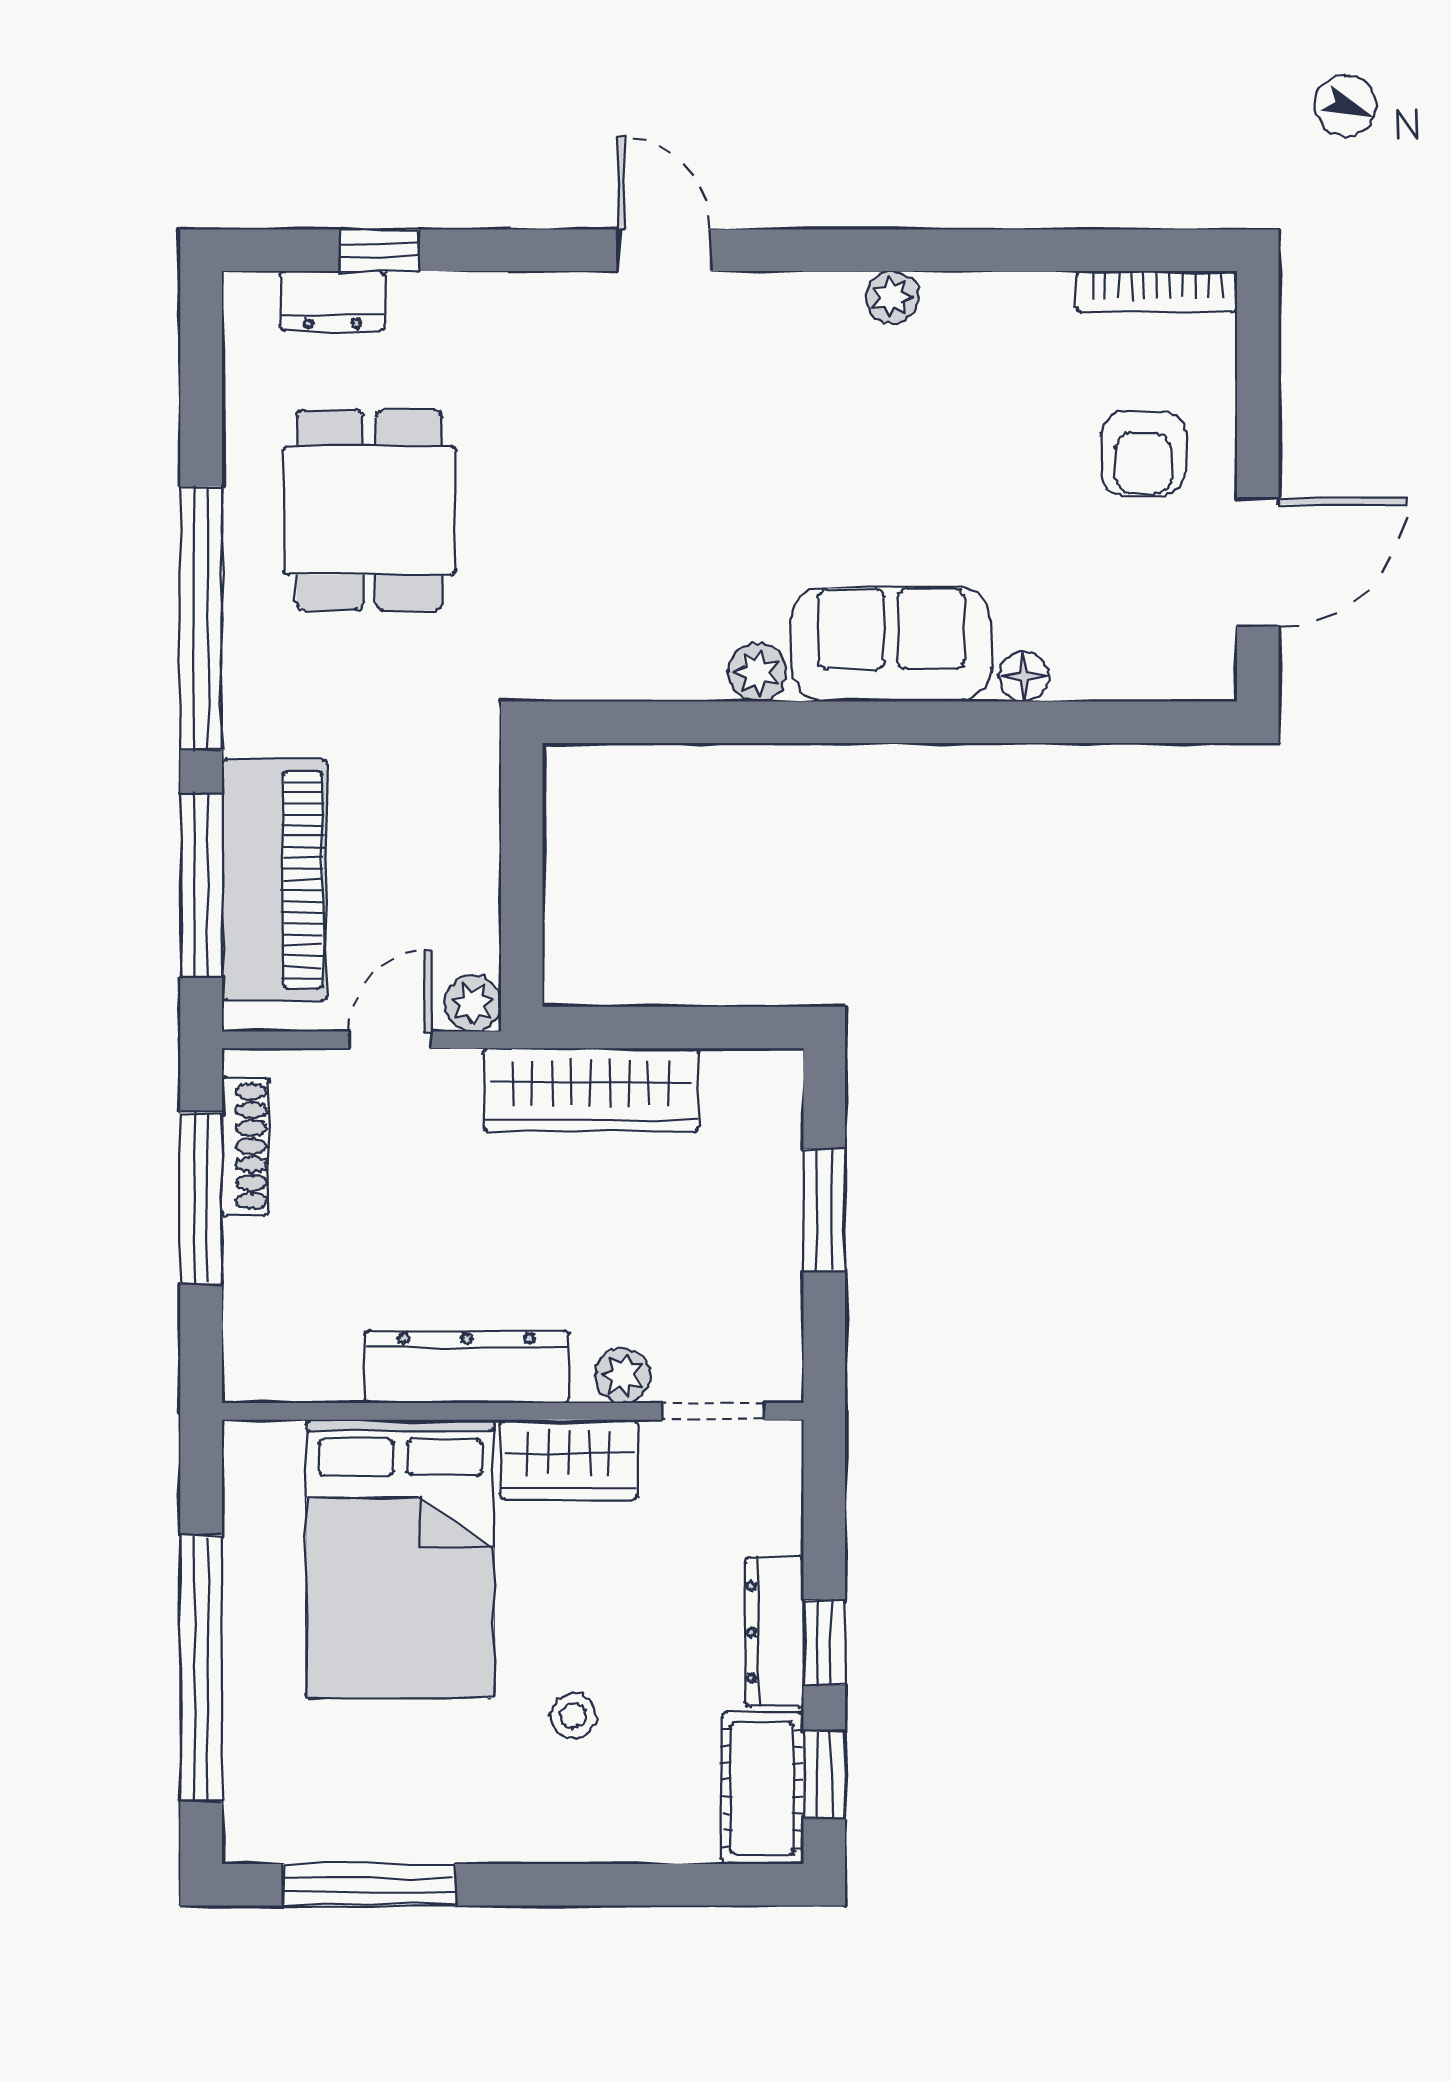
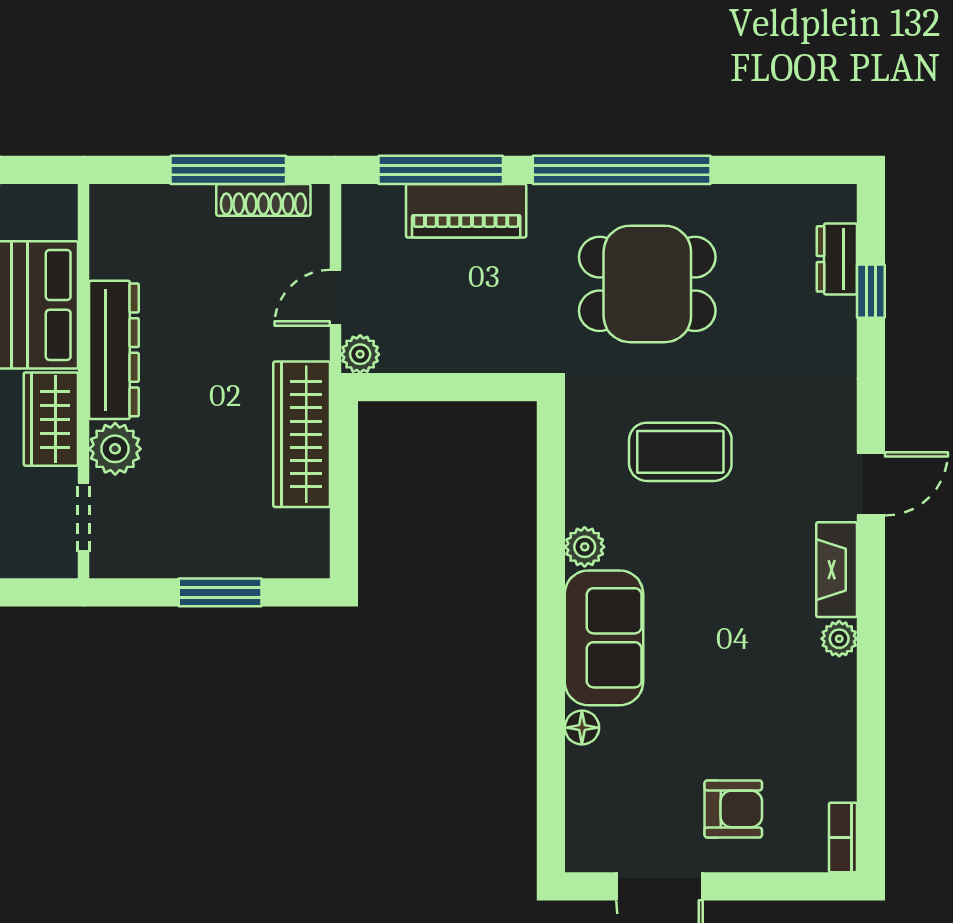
bookcase: (1157, 292) -> (843, 837), width x0.64
fireplace: (791, 301) -> (837, 570), added
armchair: (1144, 453) -> (733, 809), turned 180
dining table: (370, 510) -> (647, 284), moved
coffee table: (617, 531) -> (680, 452), added
piano: (274, 880) -> (466, 211), width x0.73, depth x0.75
door: (390, 1040) -> (335, 298), swing flipped
plant: (623, 1375) -> (115, 449), width x1.38, depth x1.38

